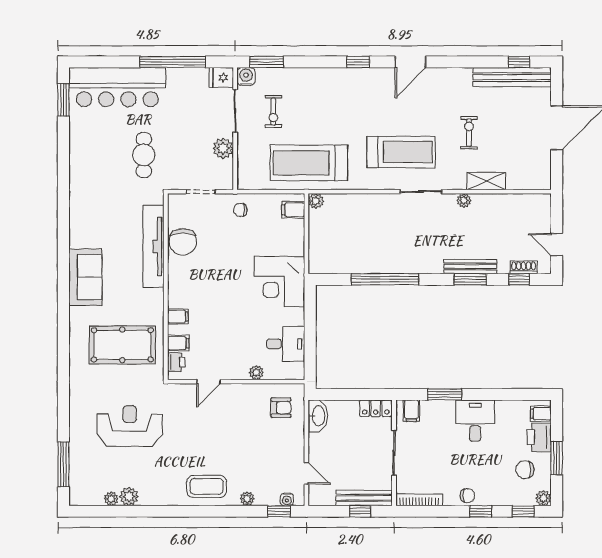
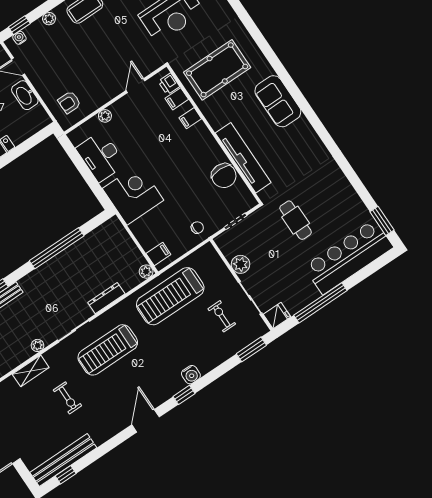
water cooler: (246, 77) -> (191, 375), moved
treadmill: (309, 163) -> (170, 296), turned 180
dresser: (370, 201) -> (106, 298), added
chair: (183, 242) -> (224, 176), turned 180
desk: (286, 344) -> (101, 156), width x1.37
washbasin: (318, 416) -> (25, 95), moved

